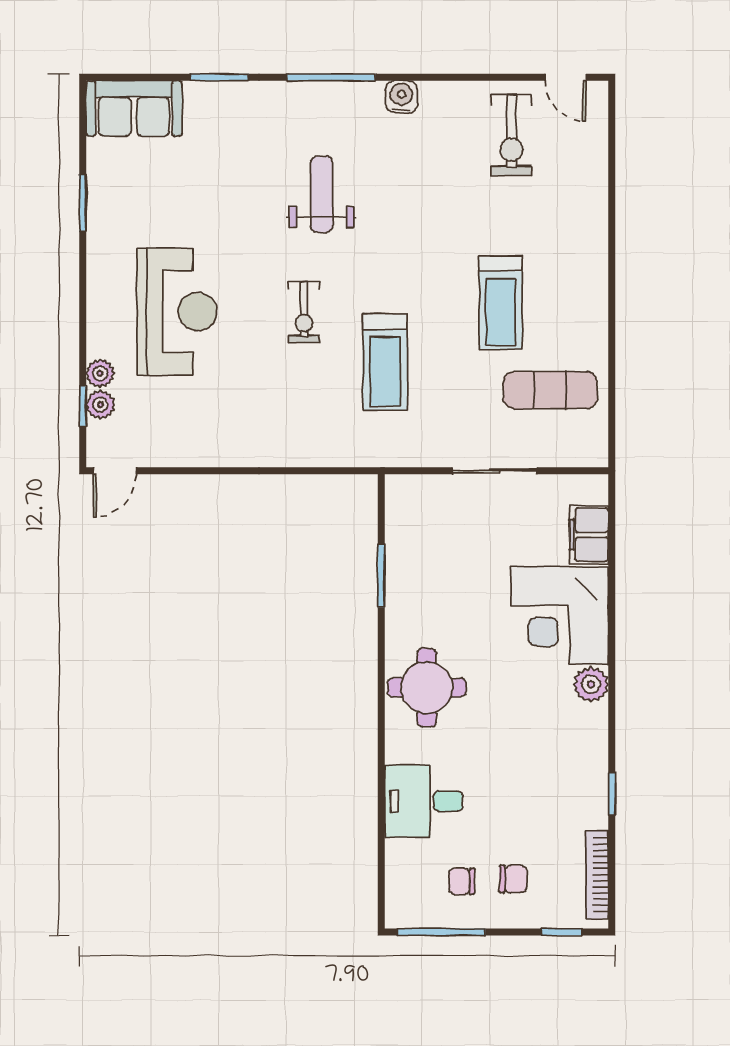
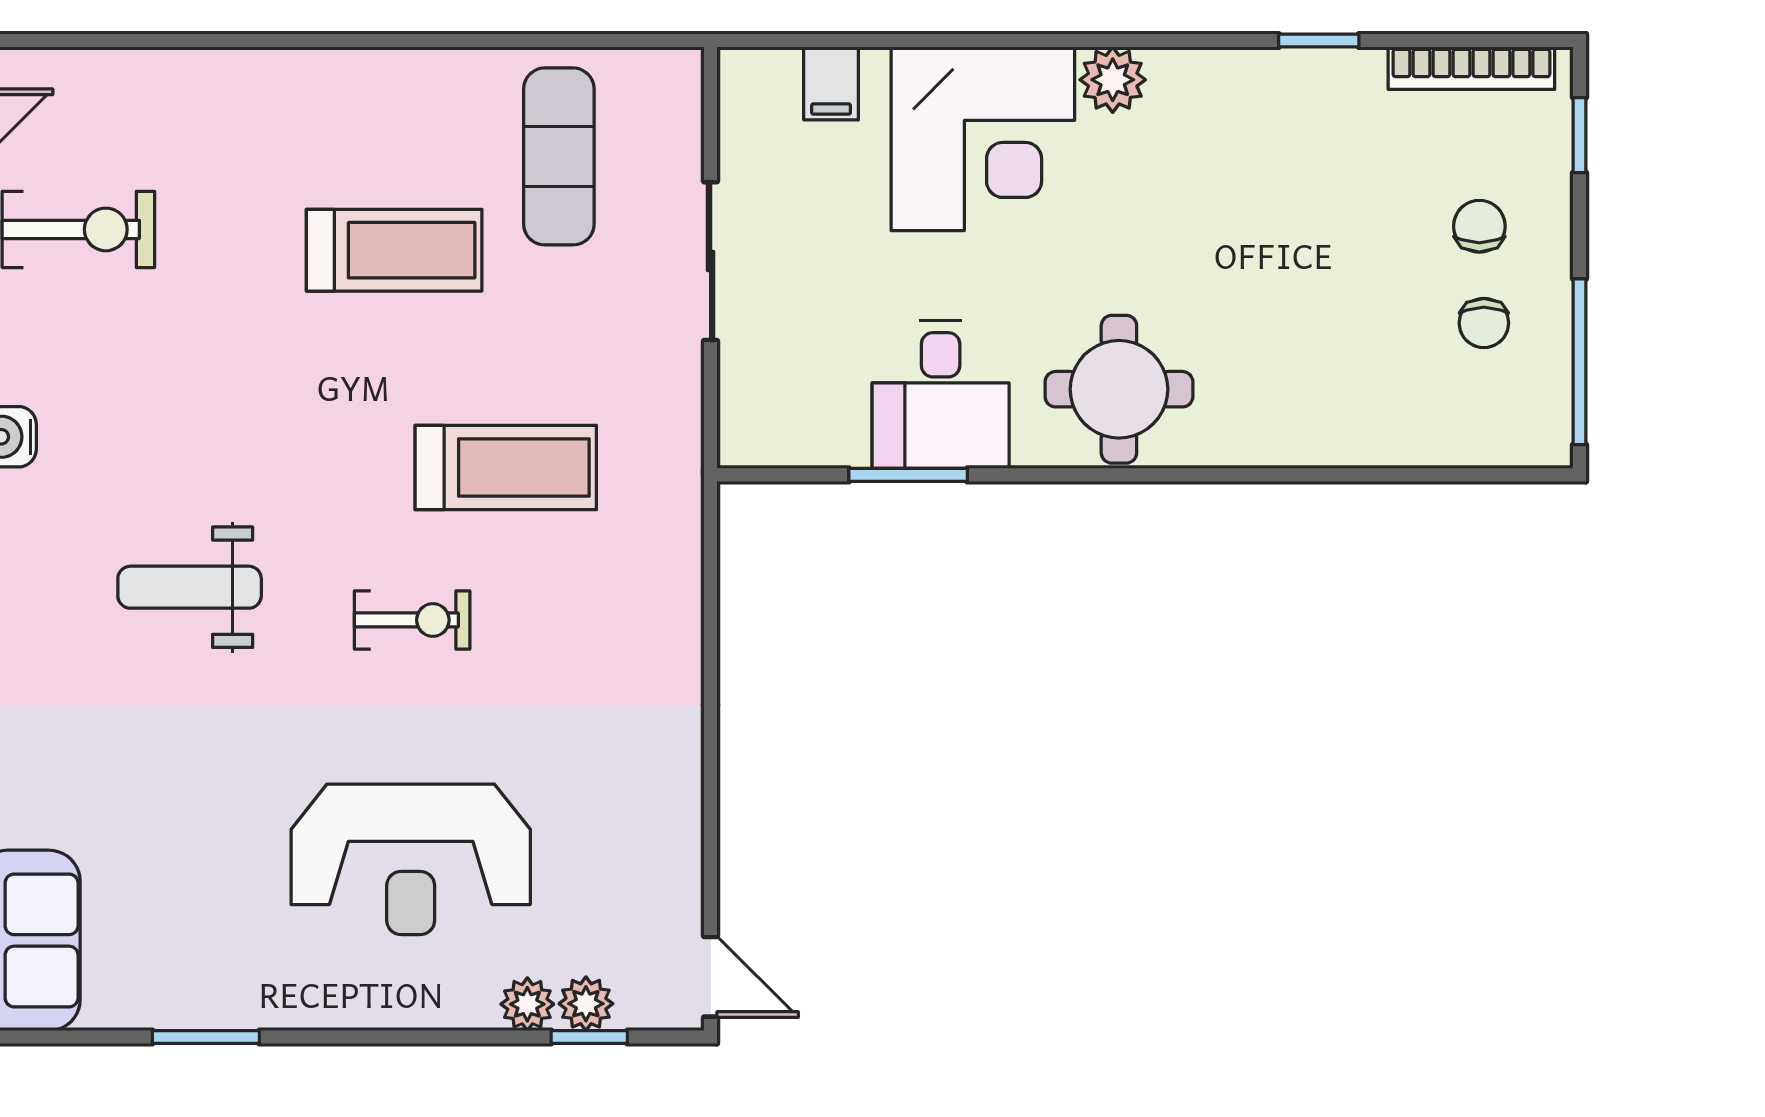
reception desk: (177, 312) -> (411, 859), turned 180
filing cabinet: (589, 535) -> (831, 83), width x0.50
desk: (424, 801) -> (941, 395), moved

